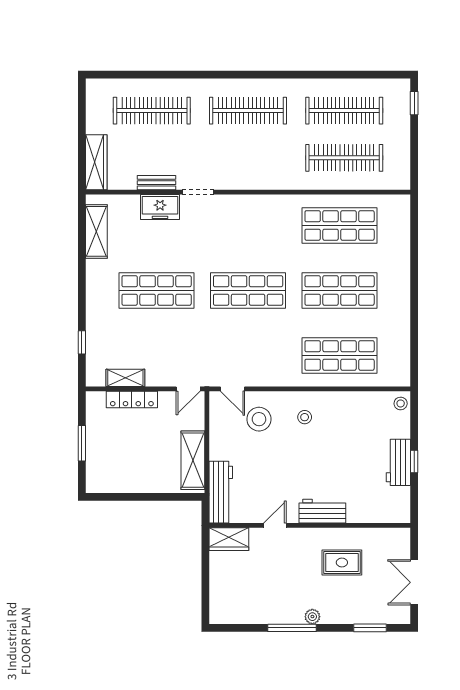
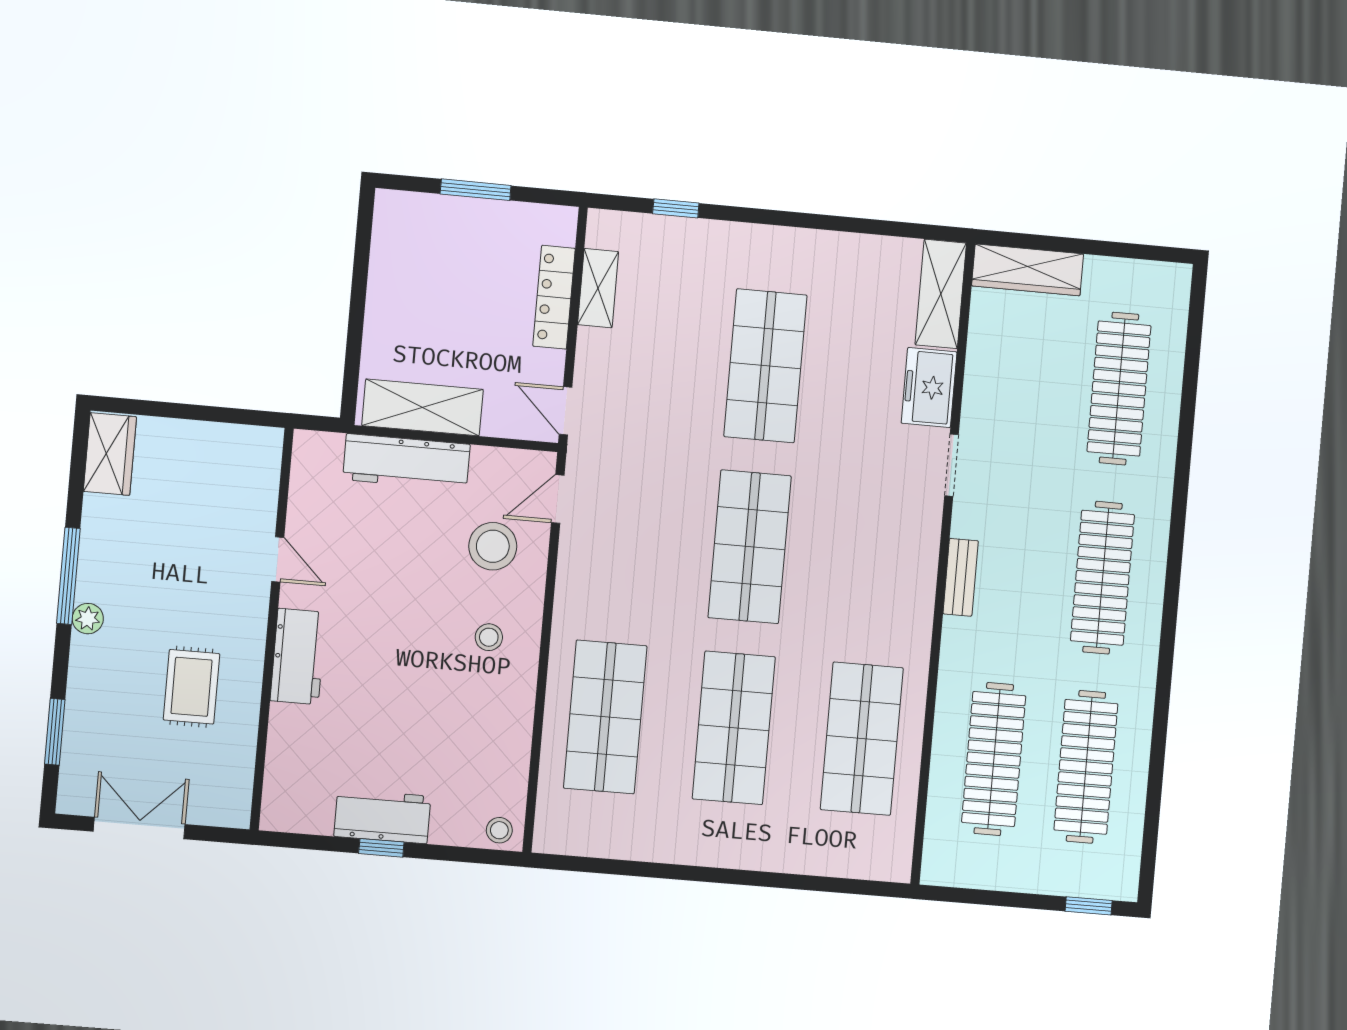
bench: (156, 183) -> (961, 577), moved
shelving: (96, 231) -> (941, 294), moved, turned 90
workbench: (221, 492) -> (406, 462), moved
wardrobe: (229, 539) -> (110, 454), moved, turned 180

